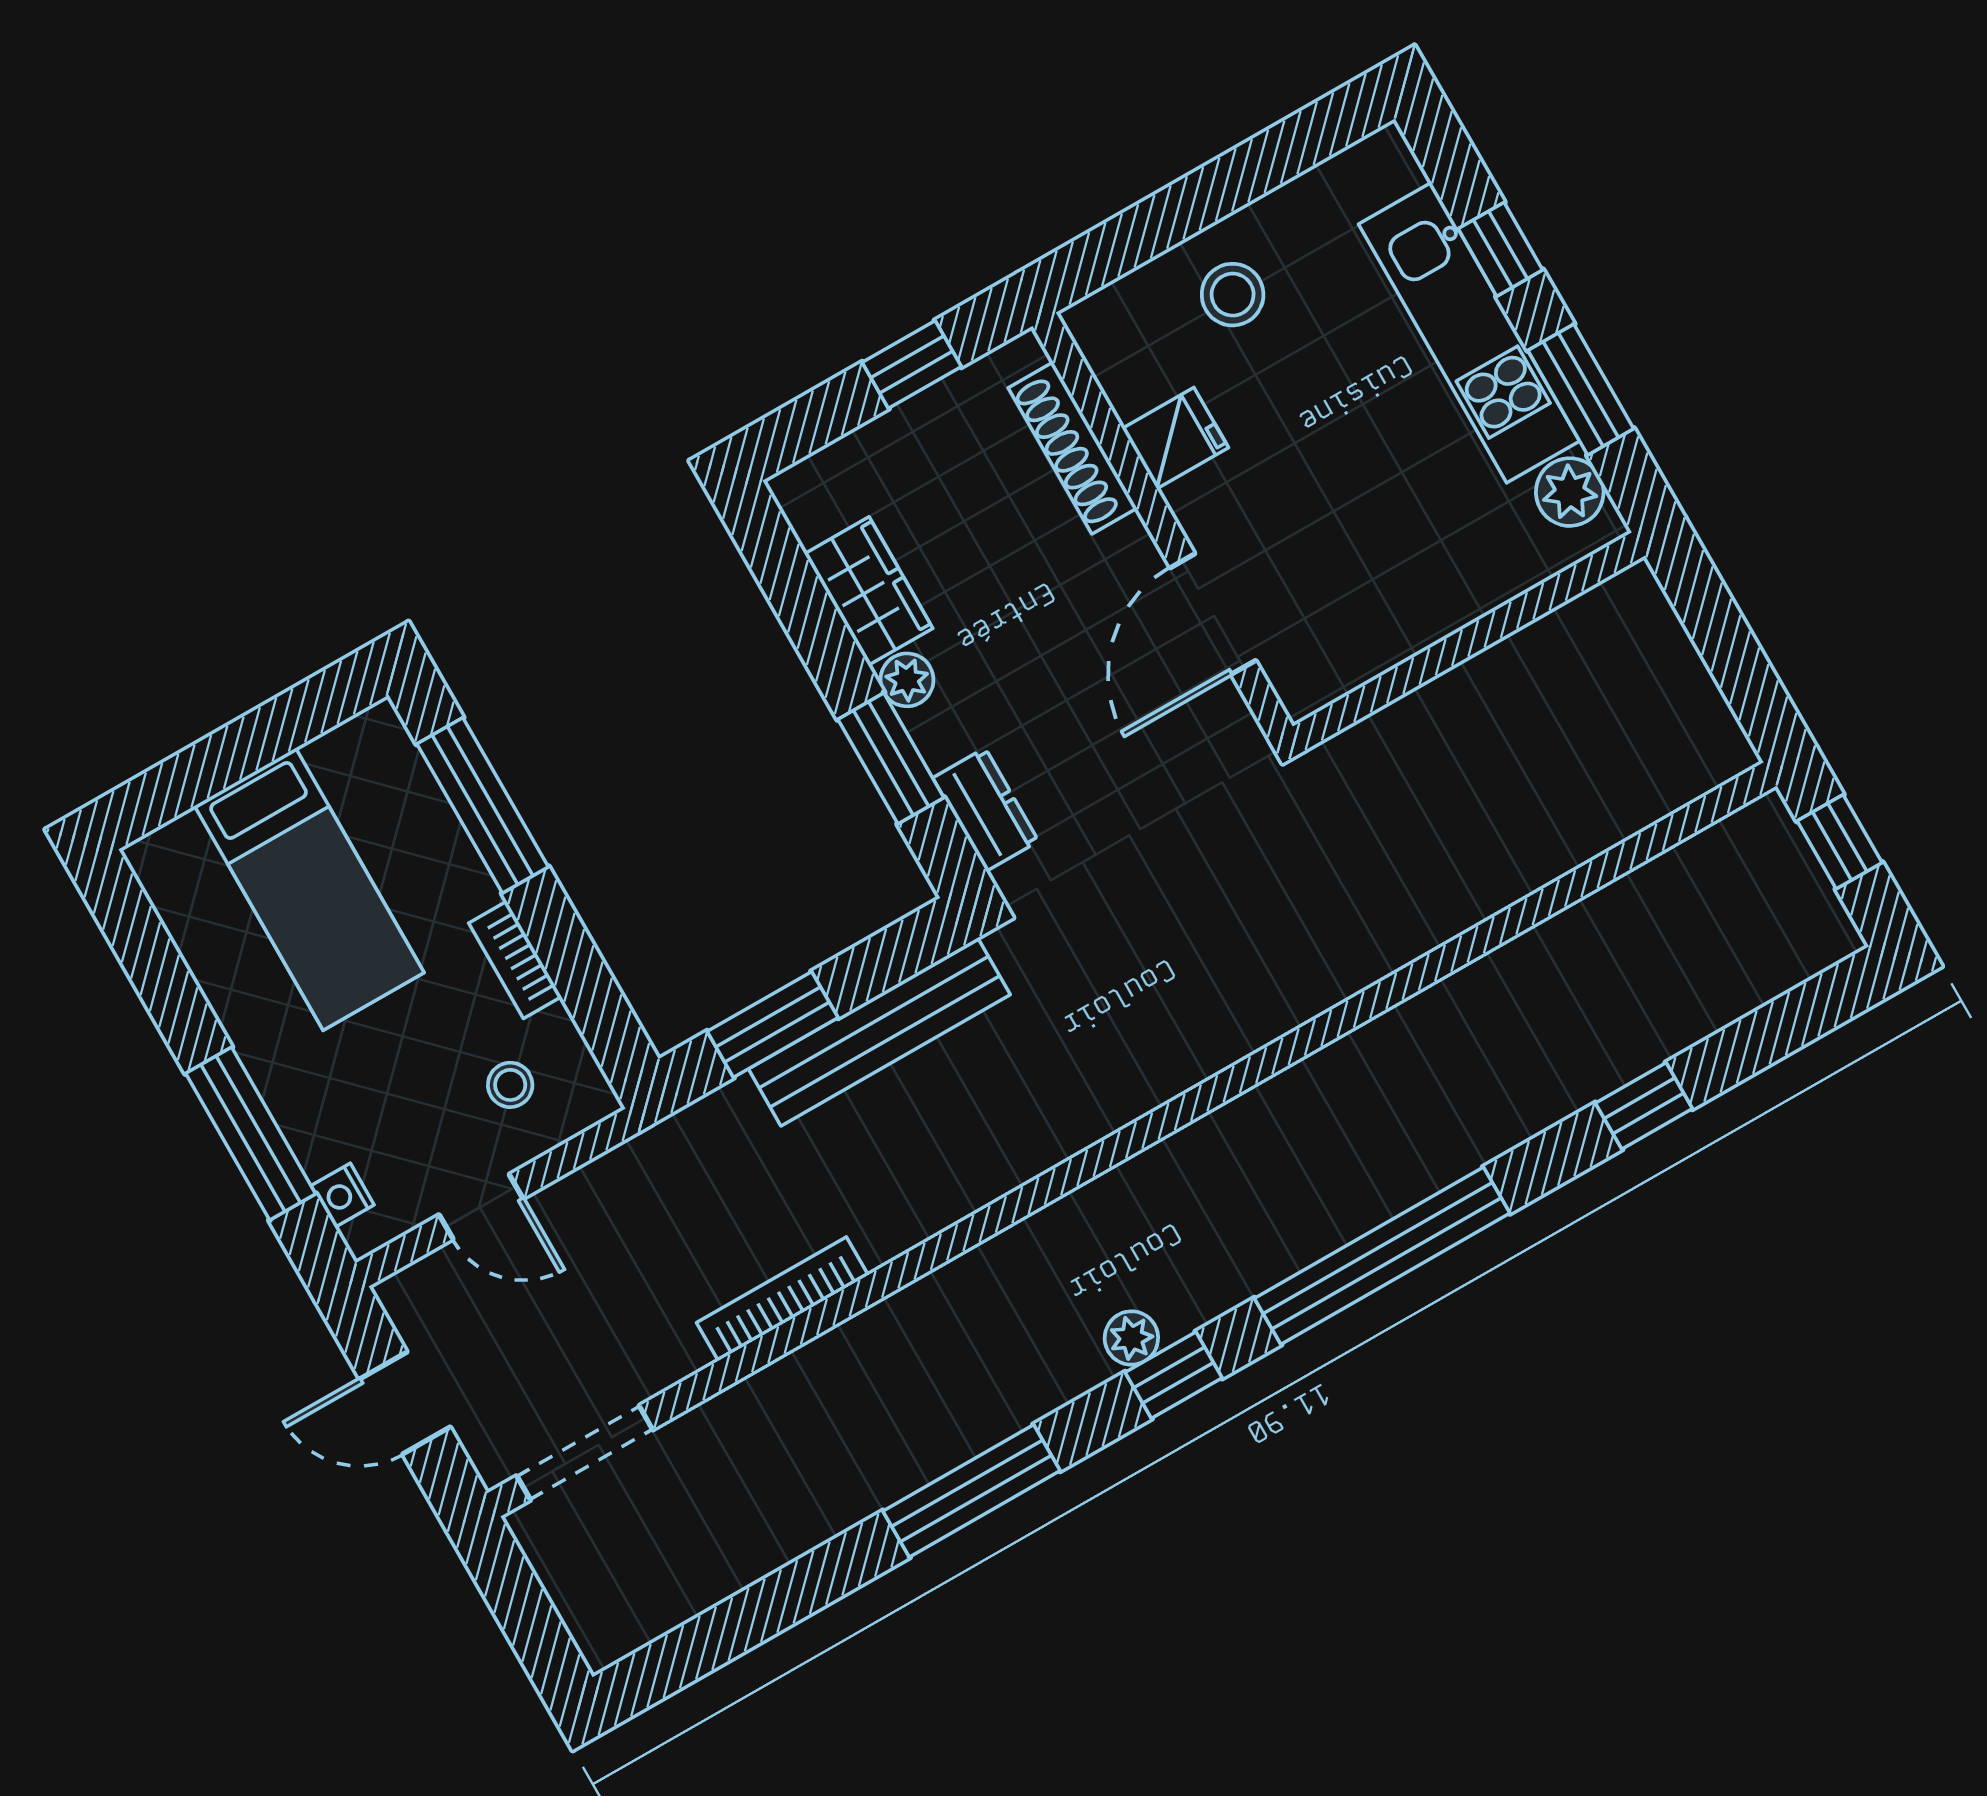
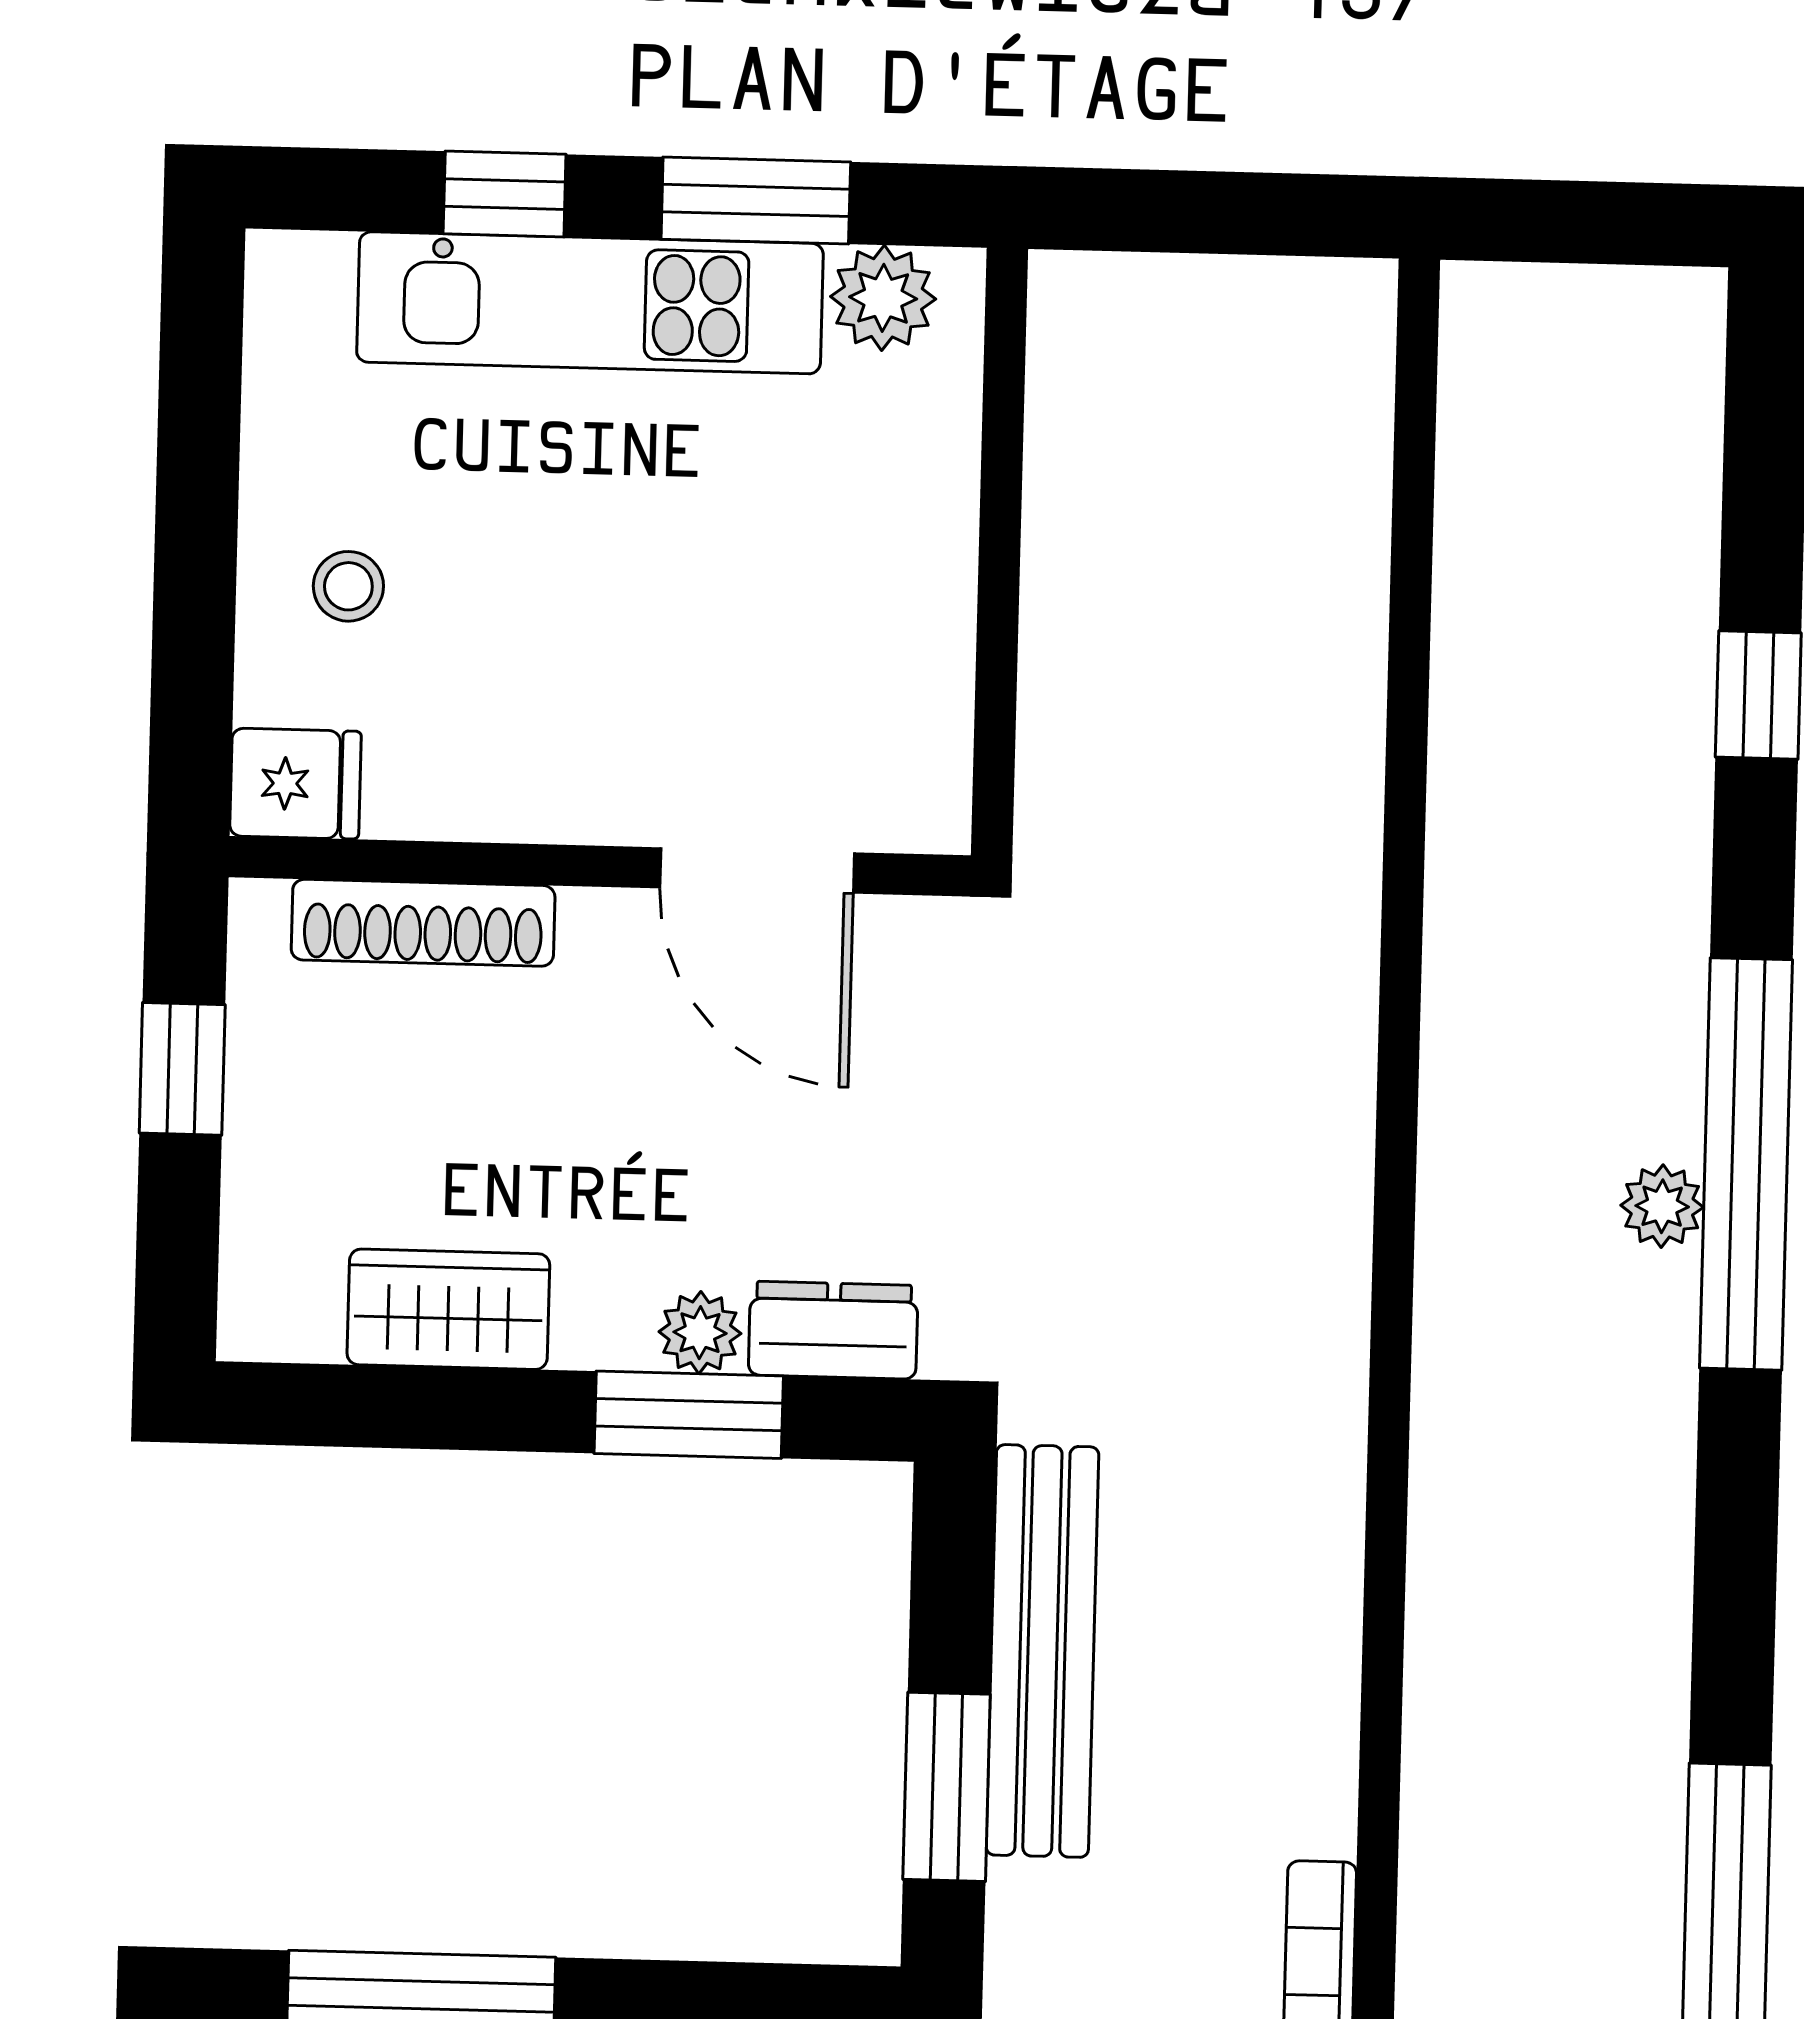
stool: (1233, 295) -> (348, 586), width x0.73, depth x0.73
fridge: (1175, 438) -> (295, 784), moved, turned 90
plant: (907, 680) -> (700, 1333), moved
window: (1840, 842) -> (1566, 222), removed
plant: (1131, 1338) -> (1662, 1206), moved
window: (1174, 1375) -> (1736, 1537), removed

